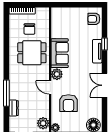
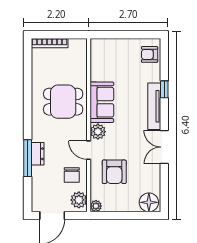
chair: (29, 29) -> (72, 175), moved
tv unit: (97, 51) -> (154, 106), width x1.41
dresser: (14, 108) -> (38, 154), moved

